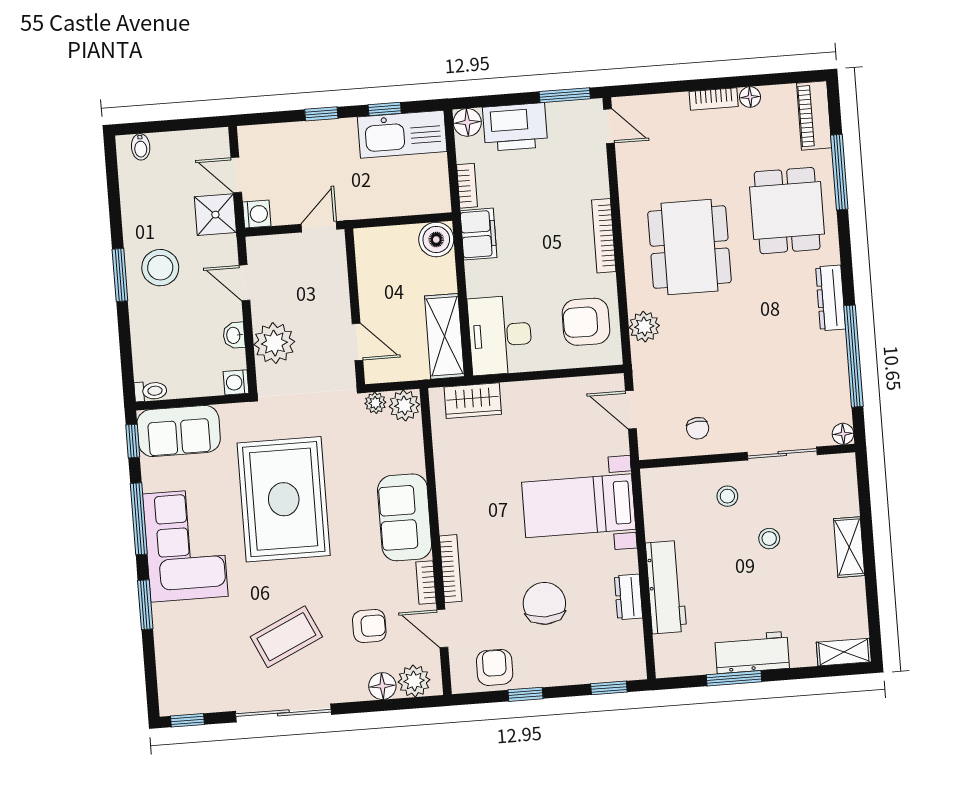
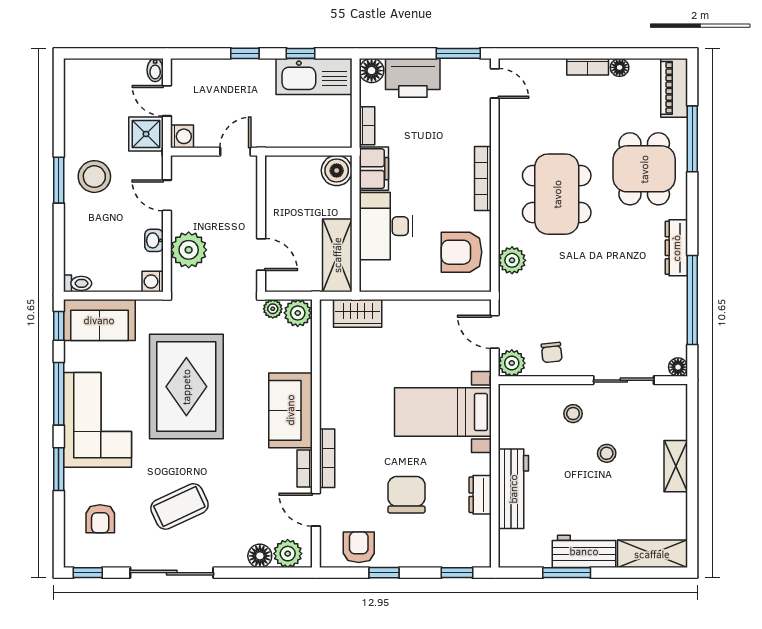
bidet: (141, 147) -> (155, 70), moved
desk: (500, 335) -> (386, 226), moved
plant: (653, 444) -> (512, 363), added
armchair: (369, 626) -> (100, 519), moved, turned 90
shelving: (844, 652) -> (652, 554), width x1.50, depth x1.33

